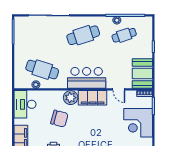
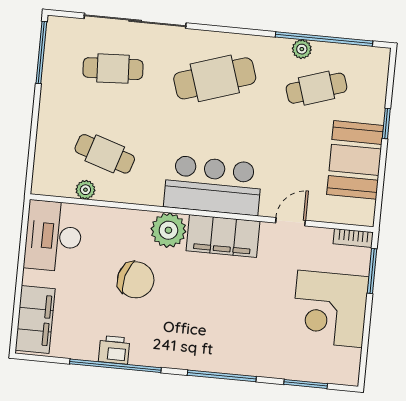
cafe table: (42, 35) -> (113, 69), added
cafe table: (42, 70) -> (105, 154), width x0.73, depth x0.74
booth: (142, 74) -> (355, 160), moved
door: (119, 89) -> (290, 222), swing flipped

